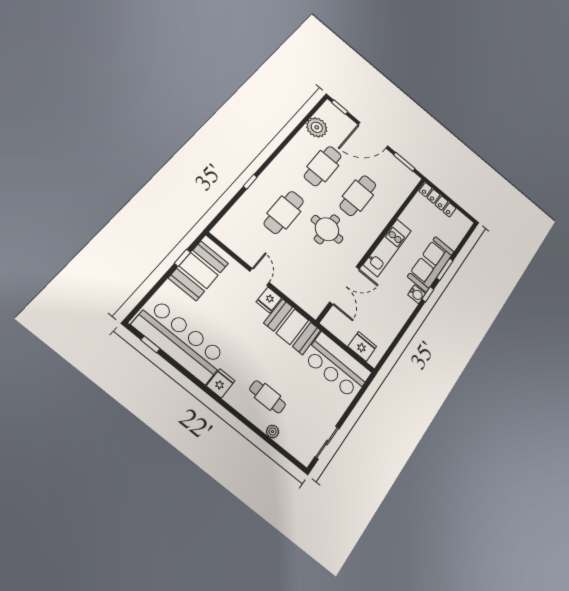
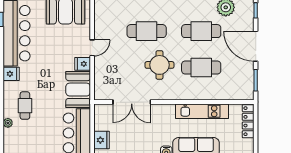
kitchen unit: (387, 248) -> (202, 111), moved

